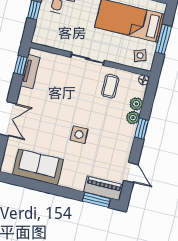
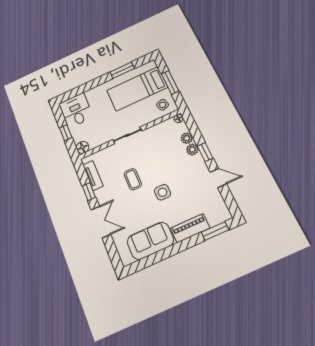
floor lamp: (39, 37) -> (83, 147), added
window: (21, 65) -> (89, 192), moved
coffee table: (110, 86) -> (133, 179), moved
door: (131, 172) -> (218, 178), moved
piano: (103, 188) -> (190, 228), moved

